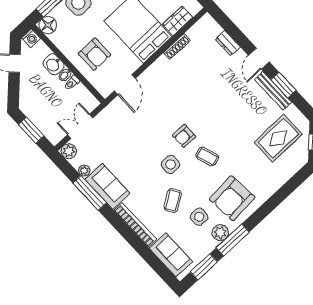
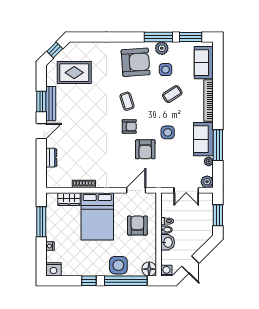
armchair: (151, 129) -> (145, 149), added
side table: (171, 164) -> (168, 132), moved

